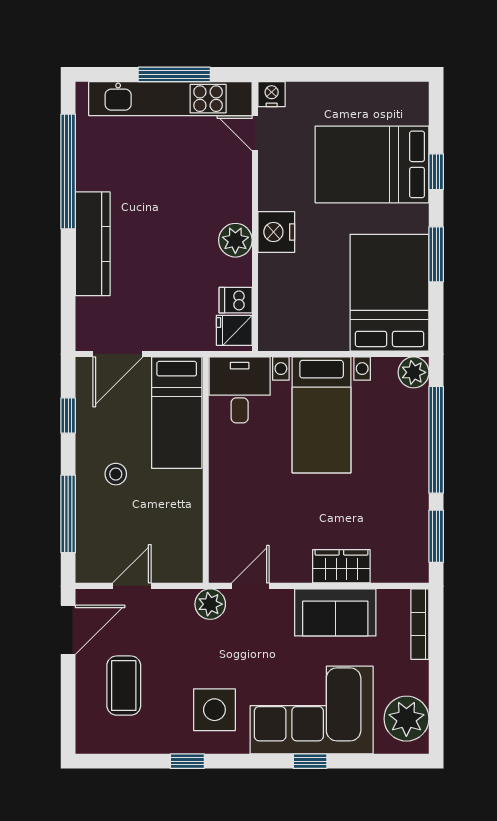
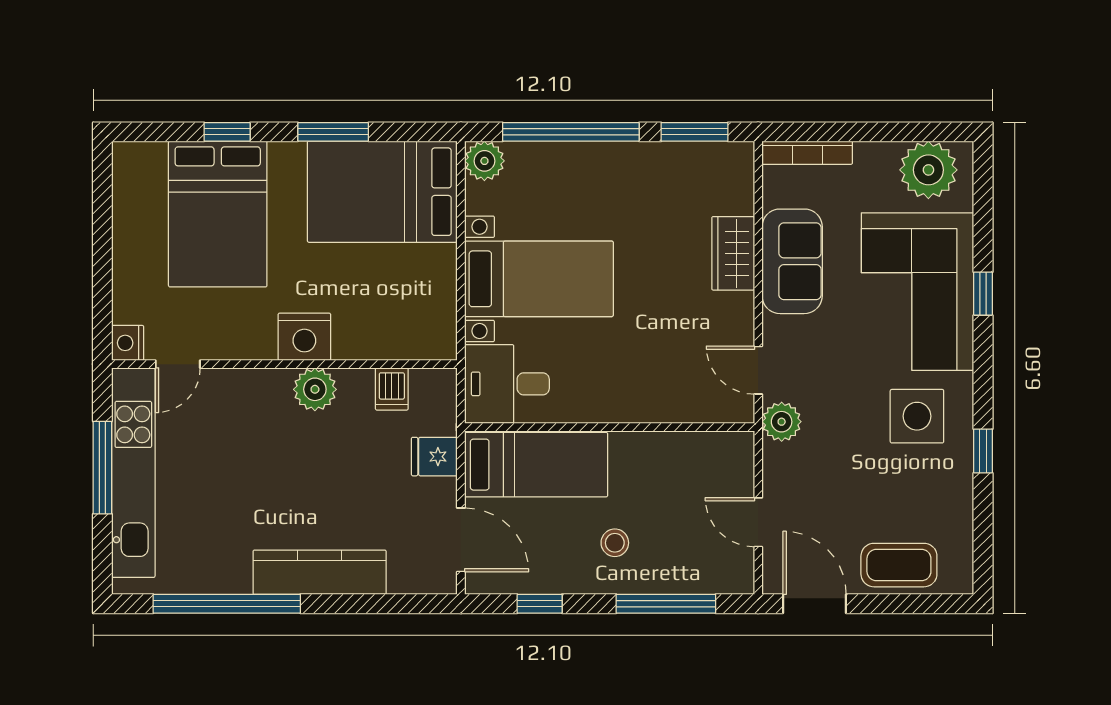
fridge: (234, 330) -> (434, 457), moved, turned 90
coffee table: (124, 686) -> (899, 565), moved

